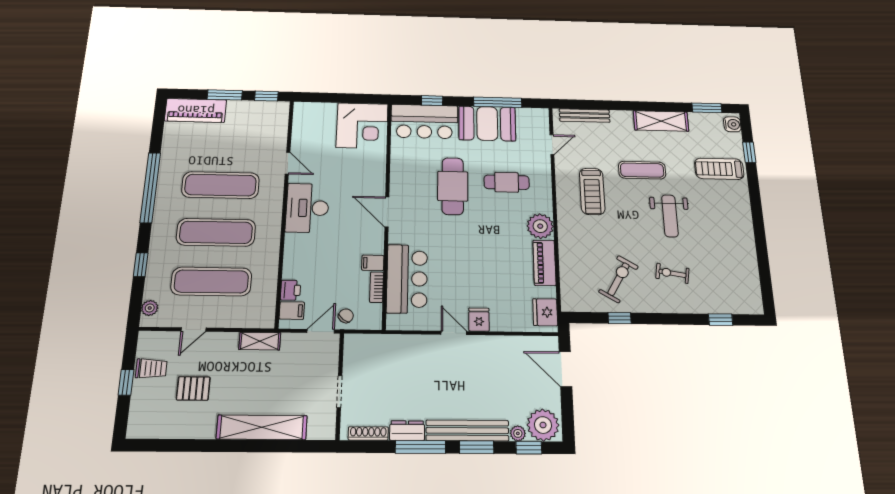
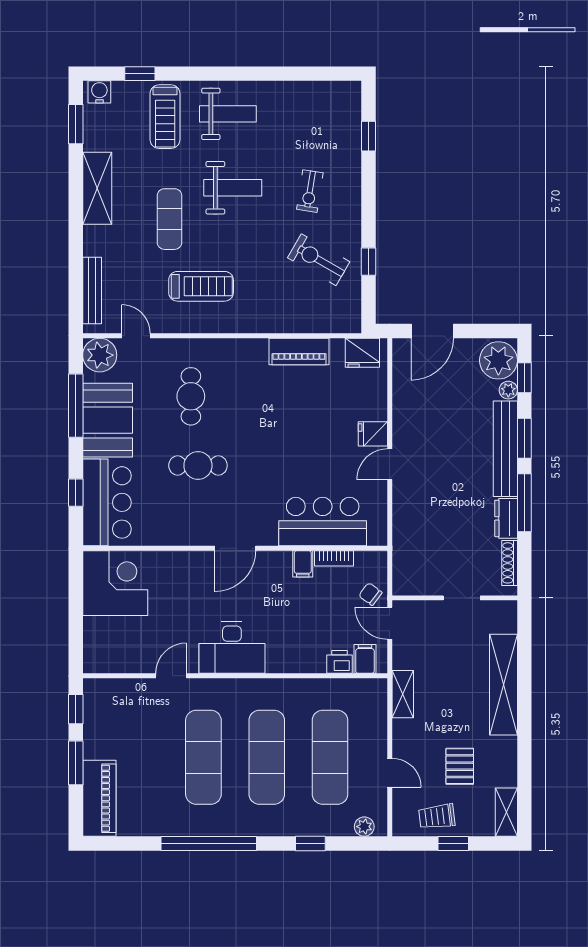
cafe table: (453, 186) -> (198, 465), width x0.73, depth x0.74
weight bench: (726, 213) -> (228, 114), added
plant: (540, 226) -> (100, 355), moved
trolley: (151, 368) -> (437, 817), turned -97
shelving: (148, 429) -> (506, 812), added

